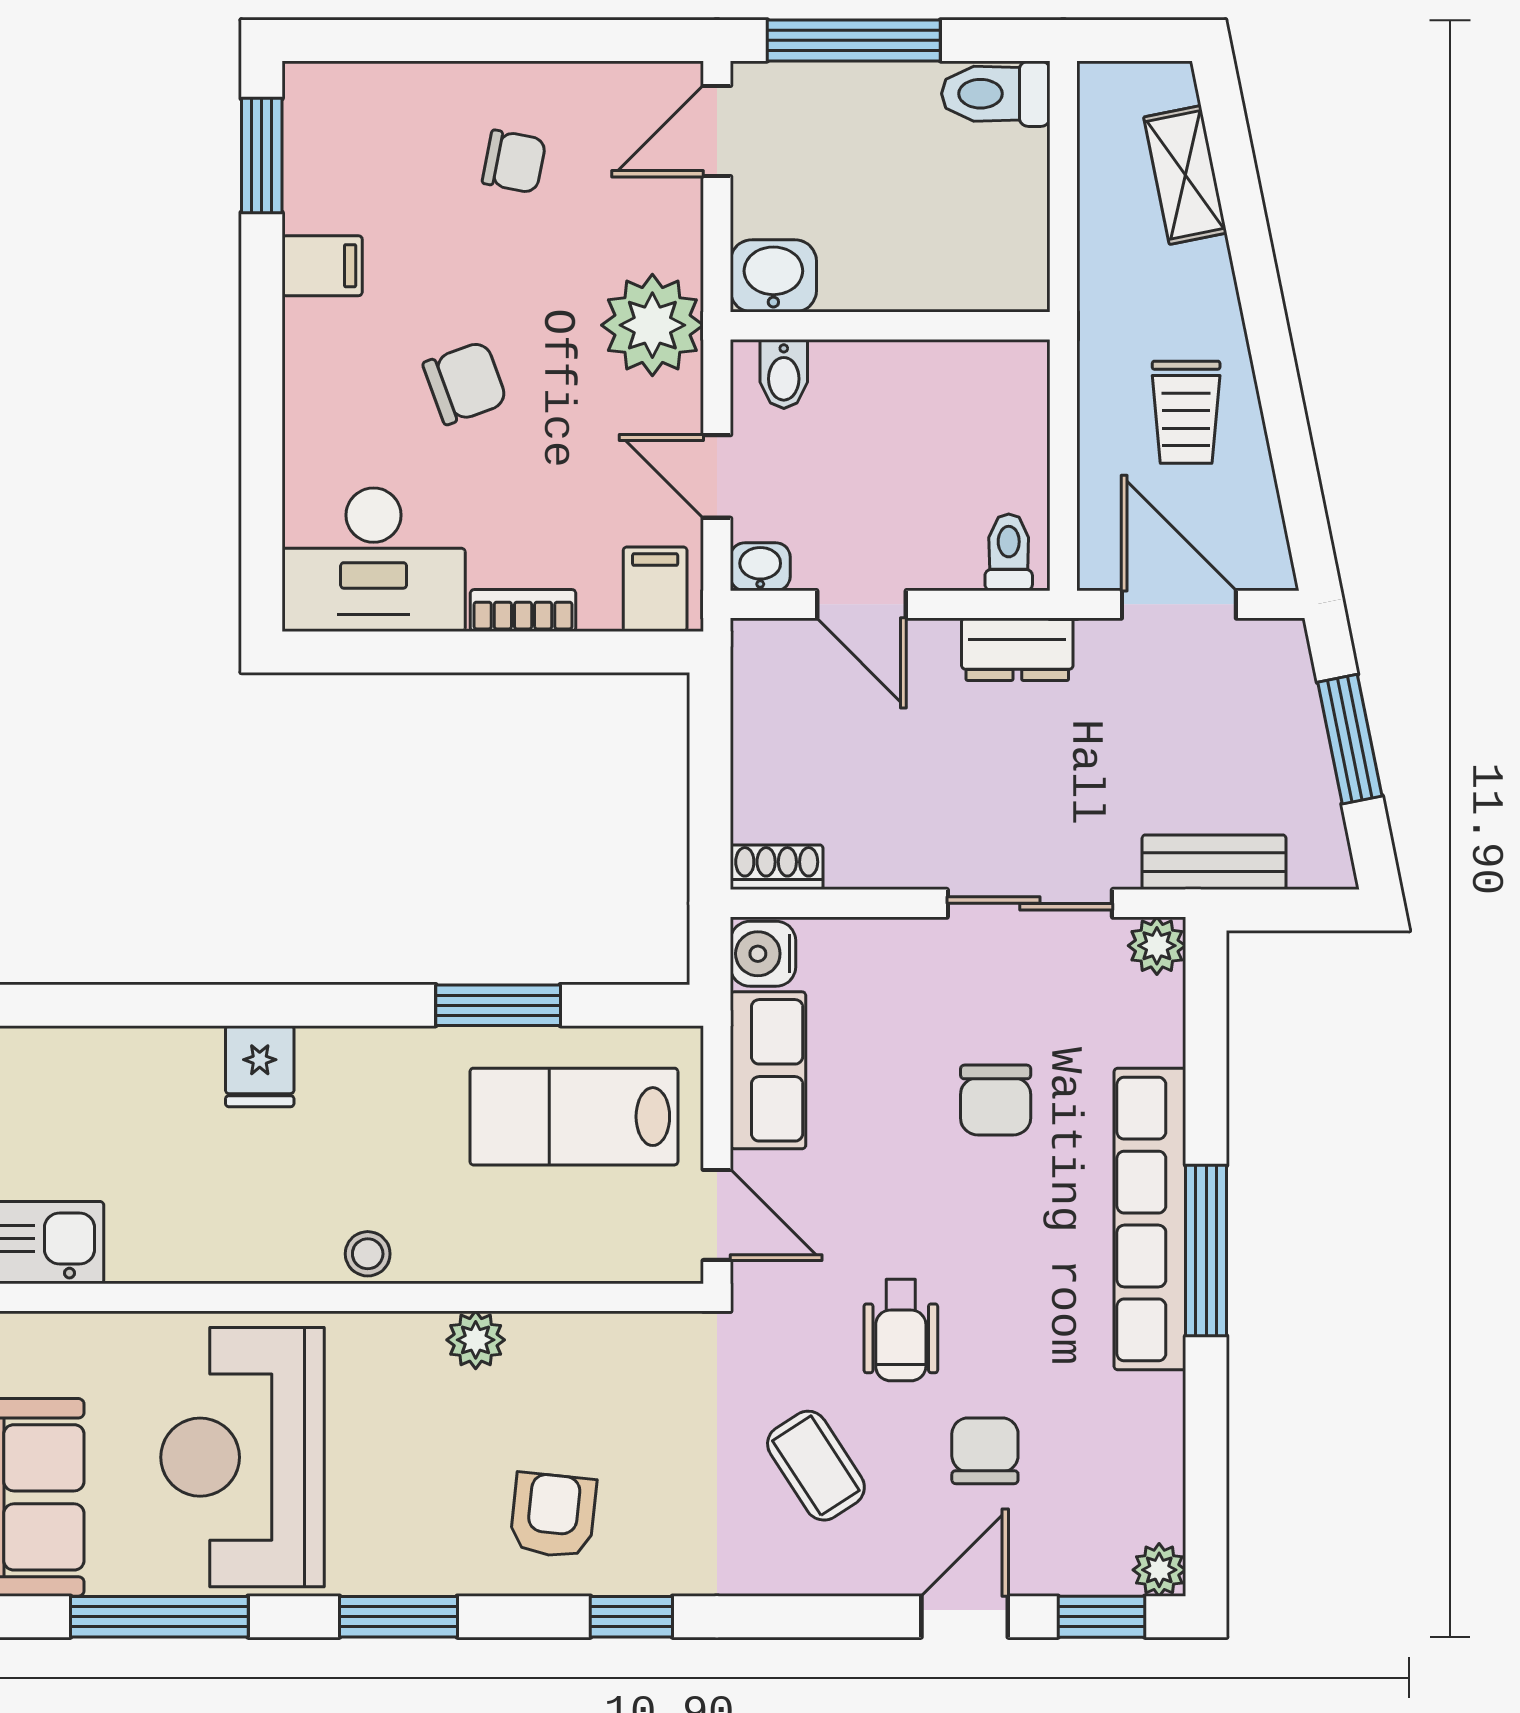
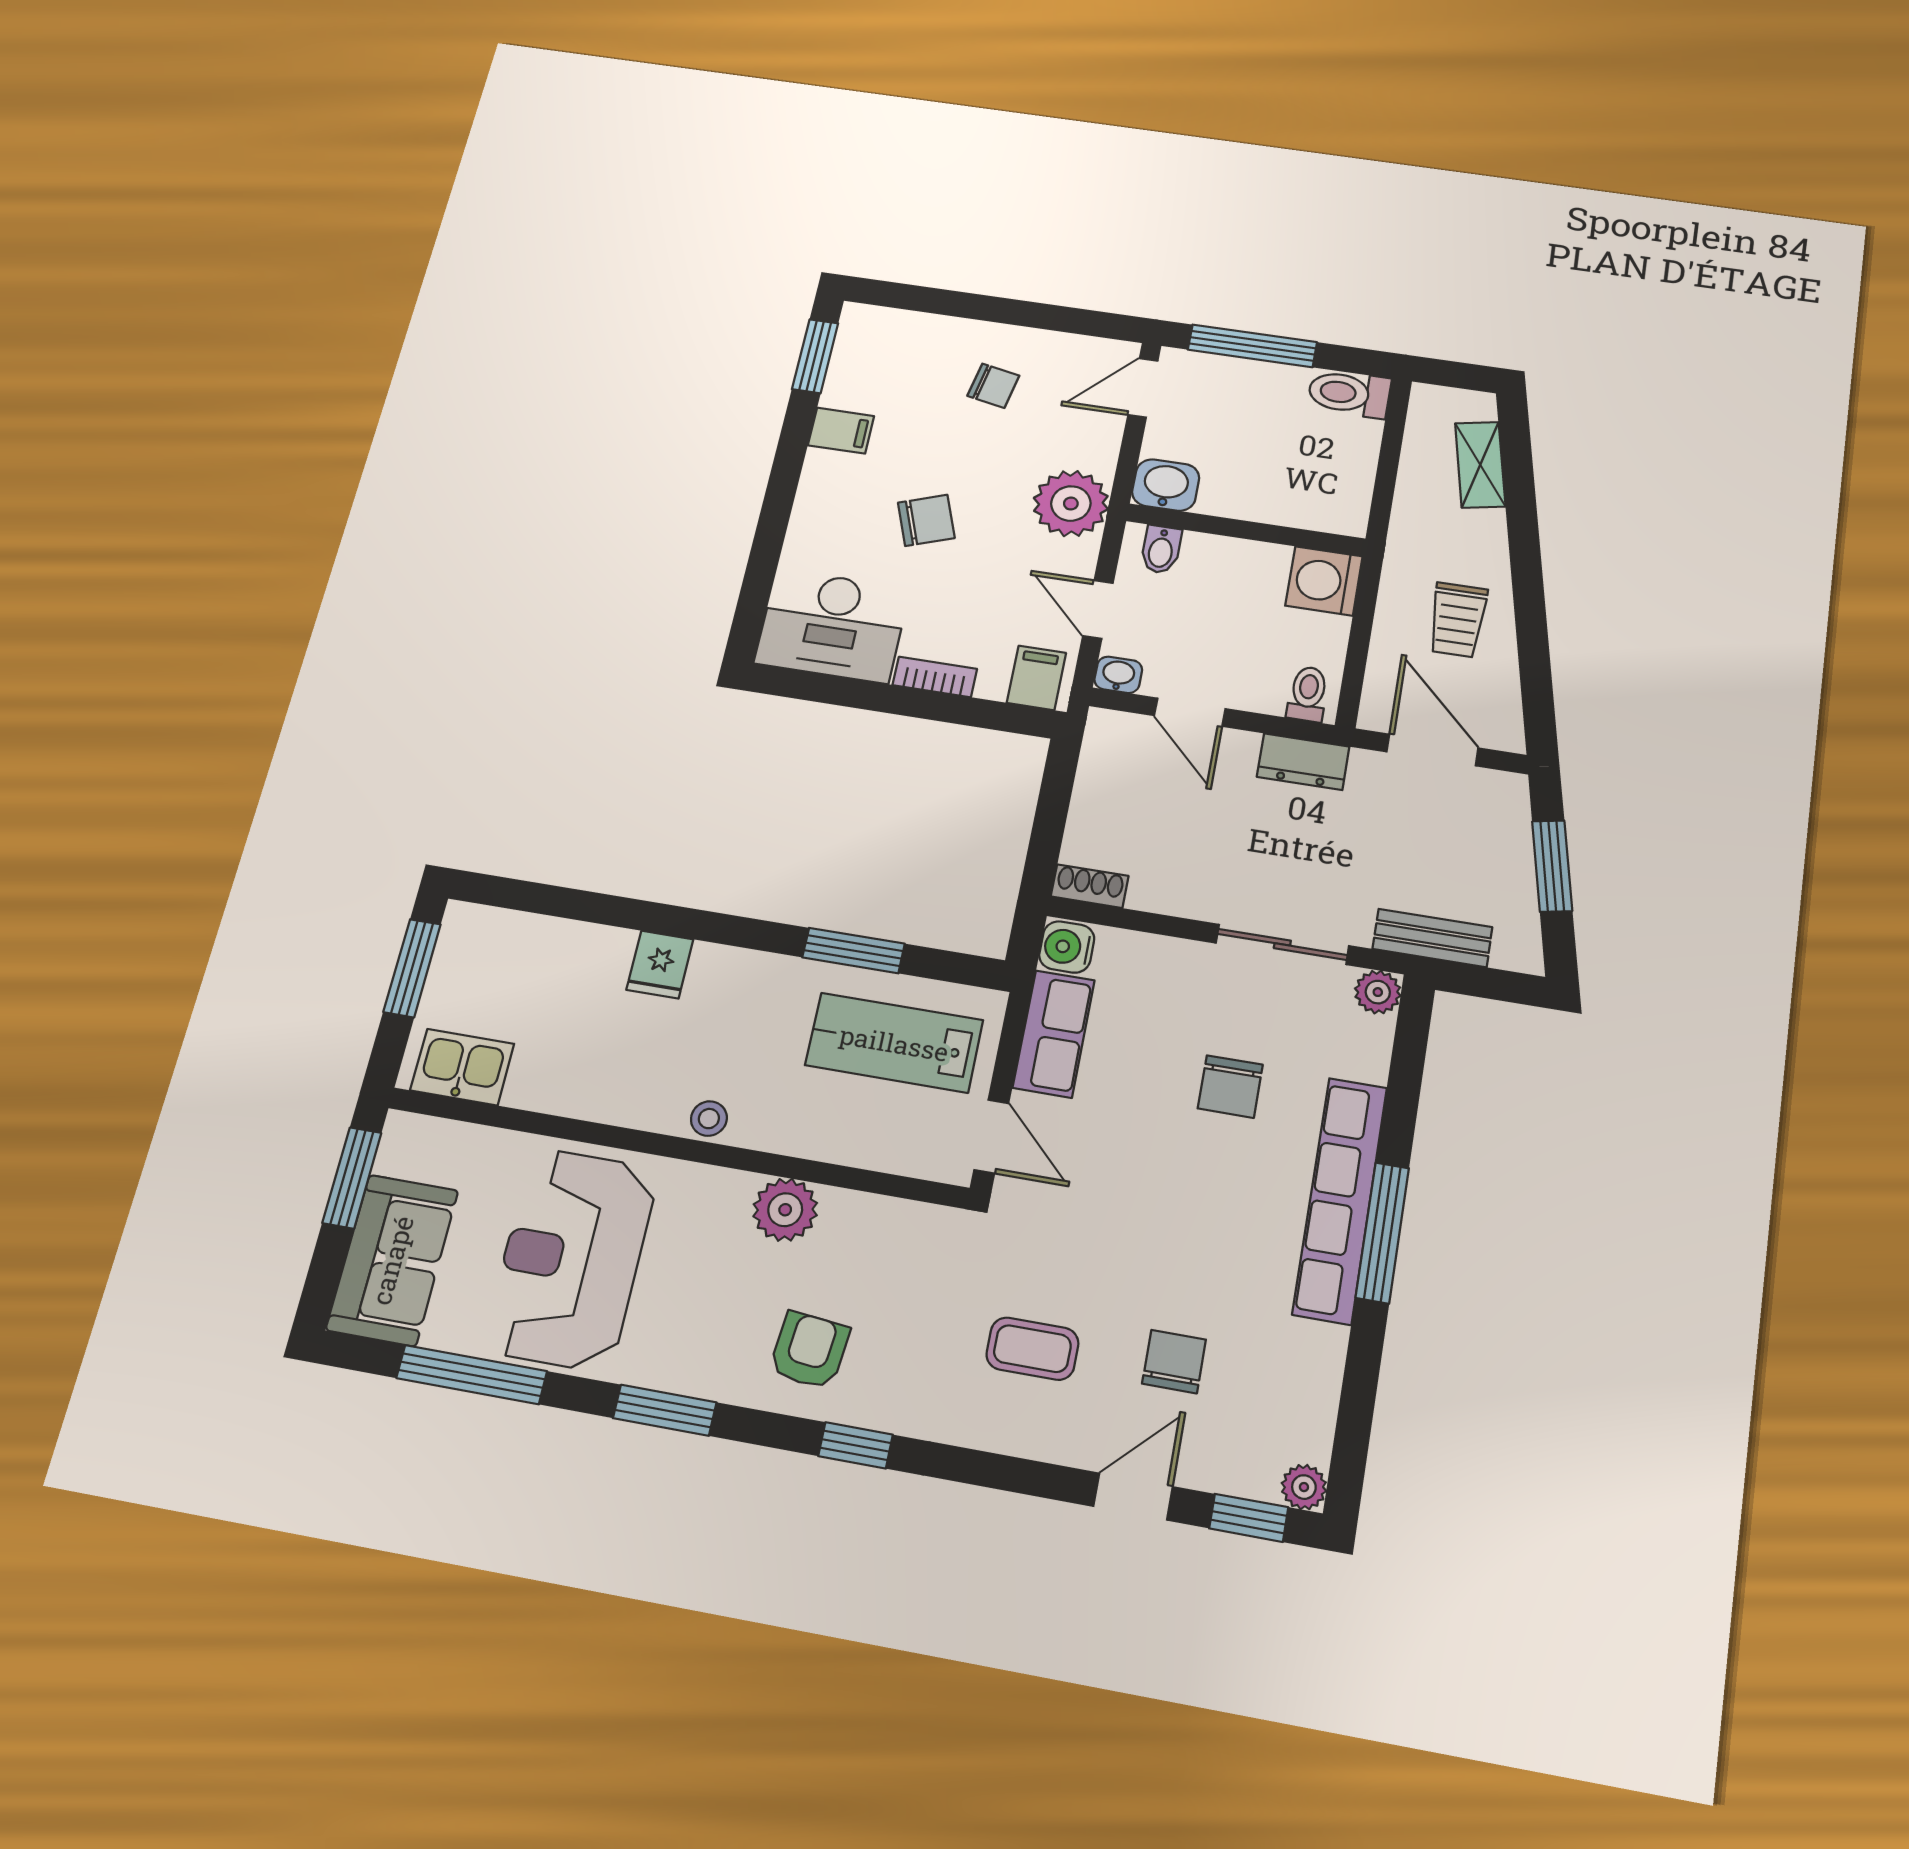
washing machine: (1005, 384) -> (1324, 581), added
wheelchair: (901, 1330) -> (1122, 1252), removed
plant: (476, 1340) -> (785, 1210), width x1.38, depth x1.38
coffee table: (816, 1466) -> (1032, 1349), turned -57

